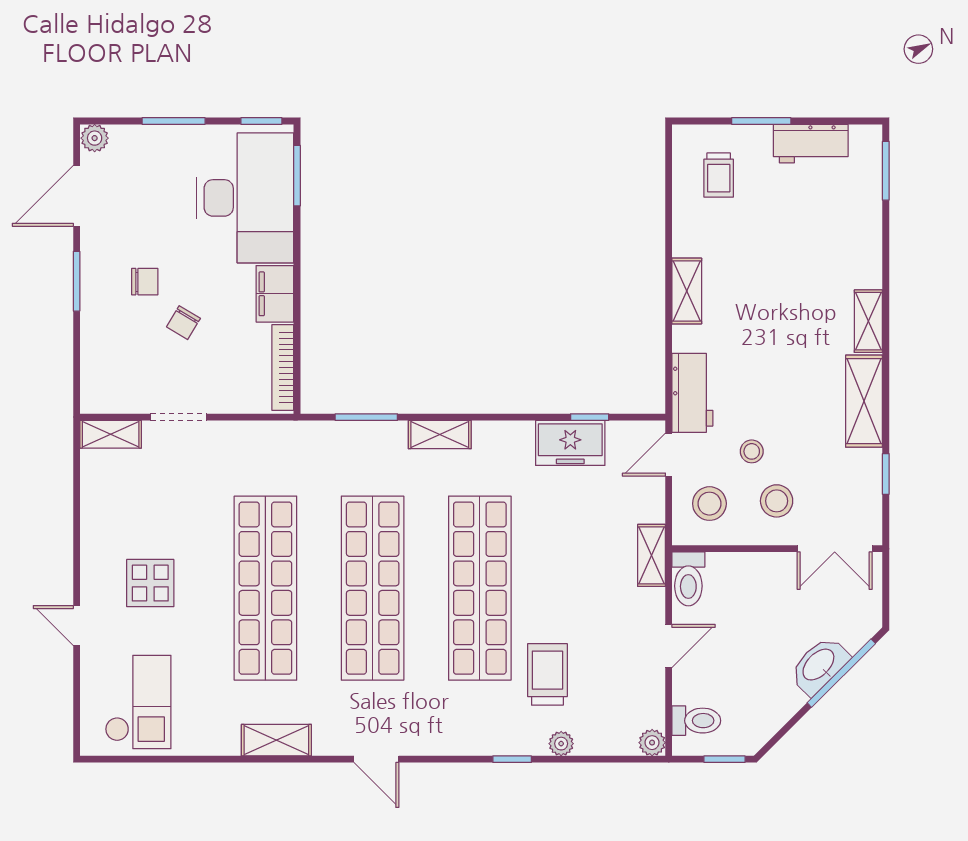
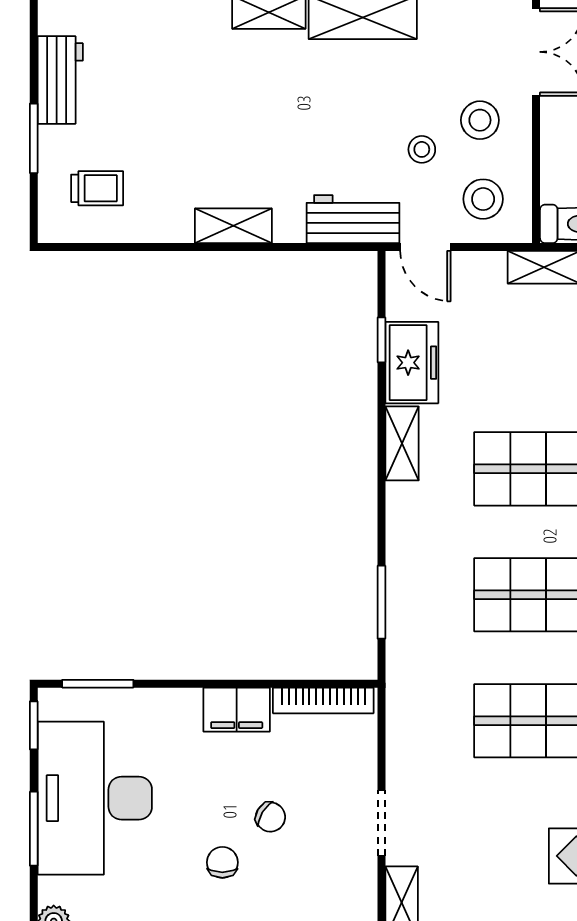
desk: (245, 198) -> (95, 798), moved, turned -90
shelving: (440, 435) -> (402, 443), moved

